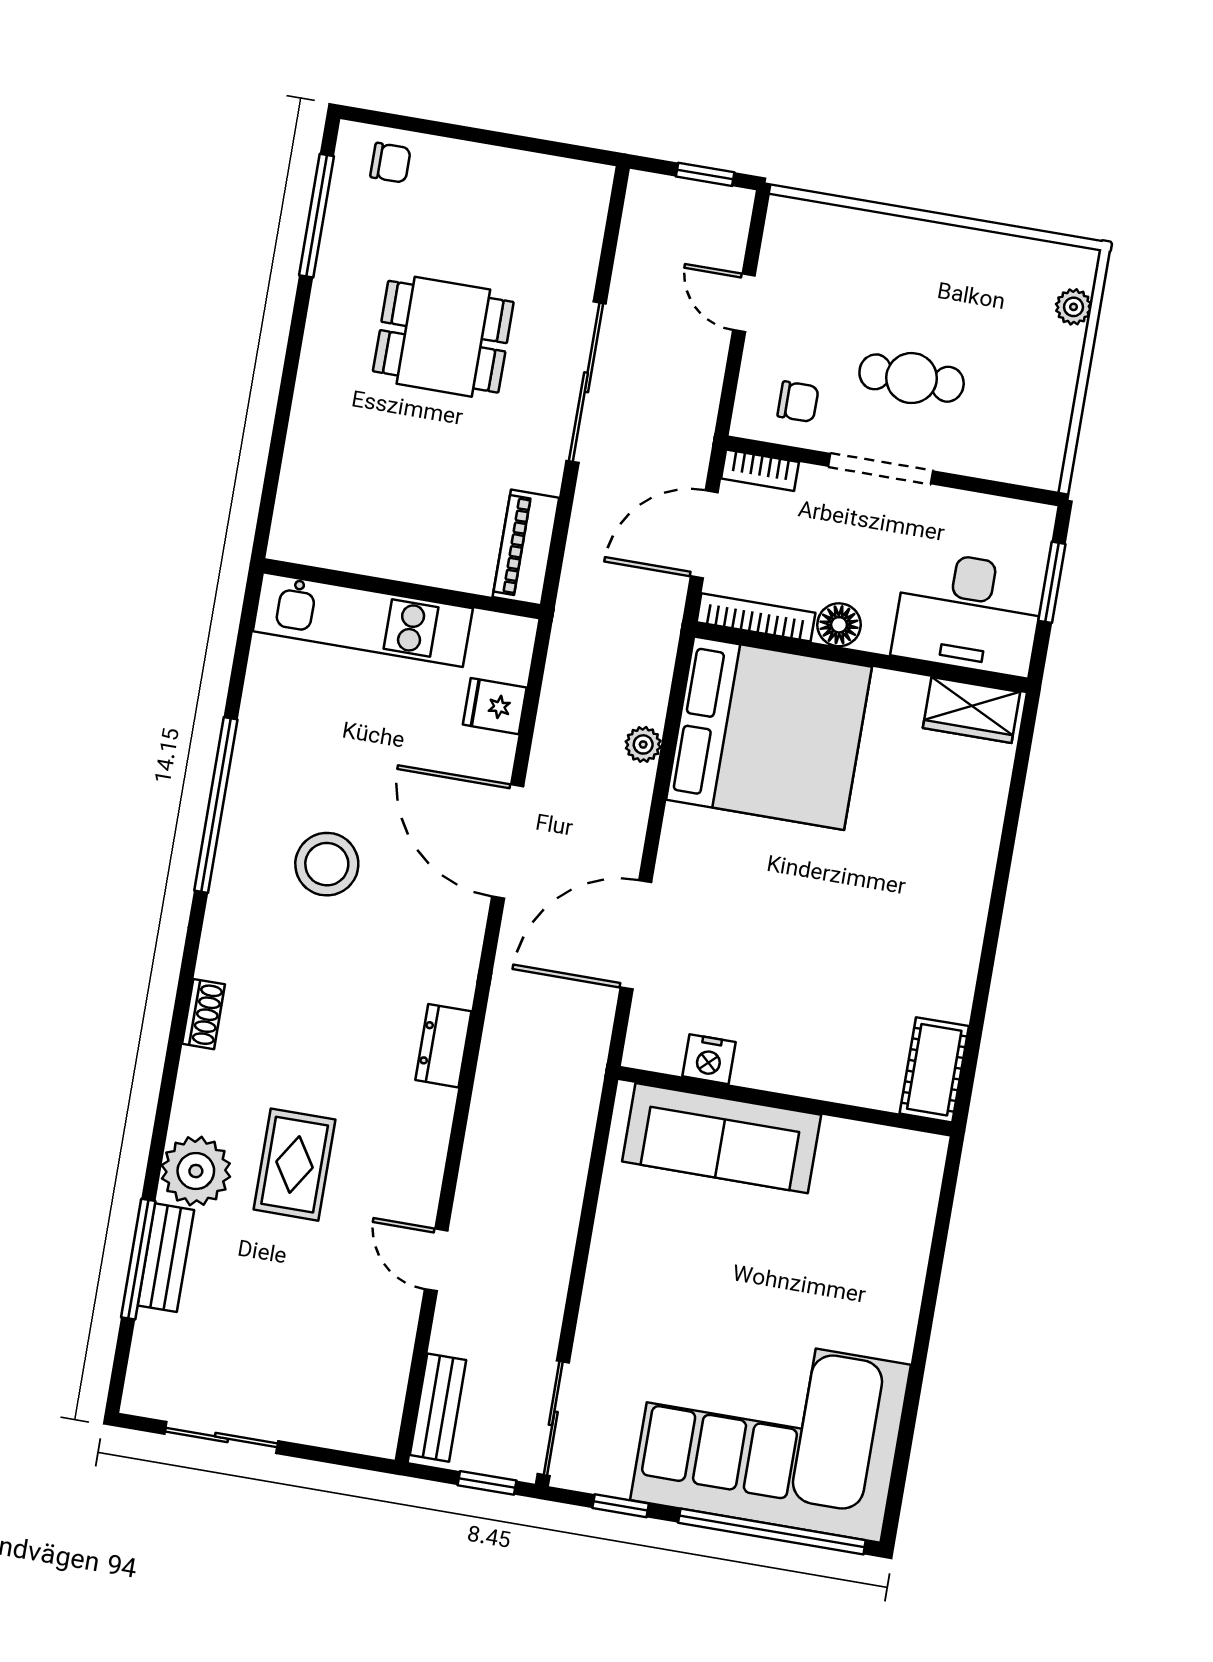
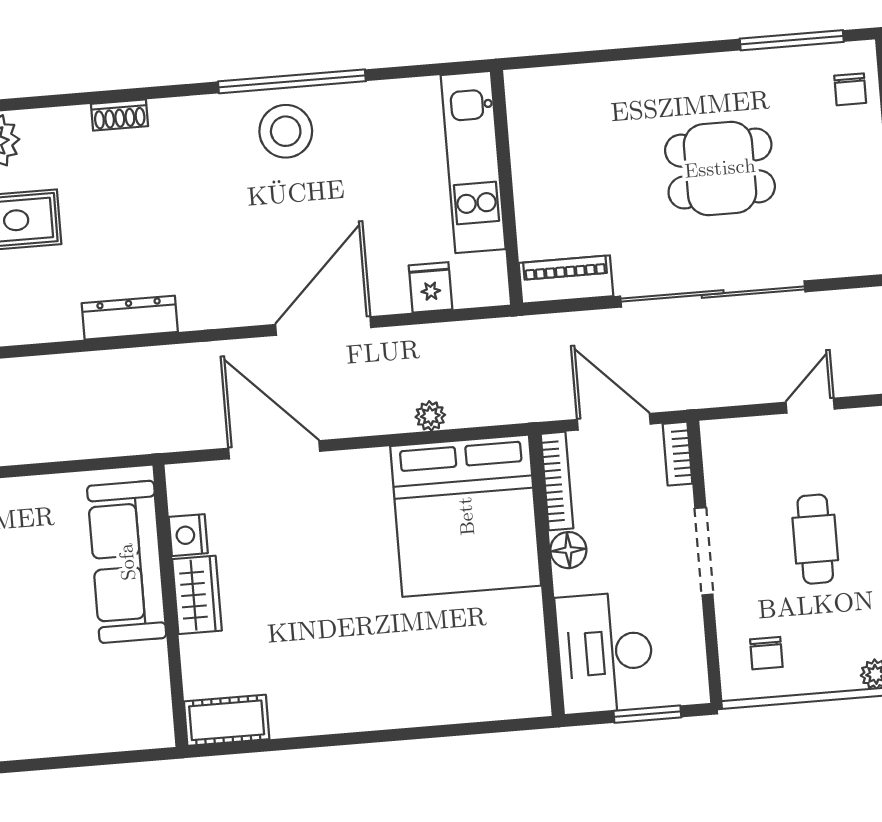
dining table: (443, 337) -> (720, 168), turned 90
cafe table: (912, 378) -> (815, 539), moved
sliding door: (586, 382) -> (713, 294), width x1.36
chair: (798, 402) -> (766, 653), moved
wardrobe: (971, 710) -> (197, 595), moved, turned 180
stool: (327, 864) -> (286, 131), moved
dresser: (443, 1046) -> (130, 318), width x1.44

